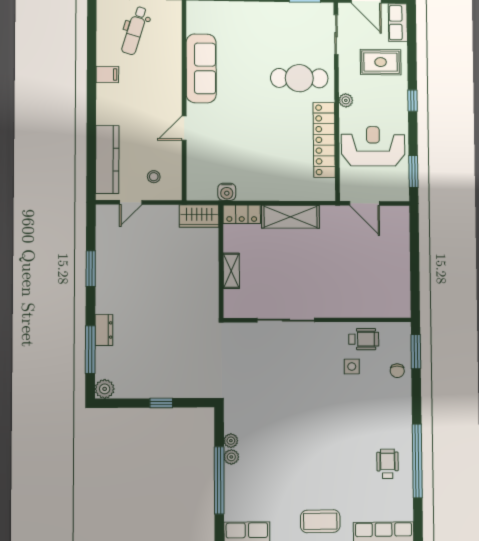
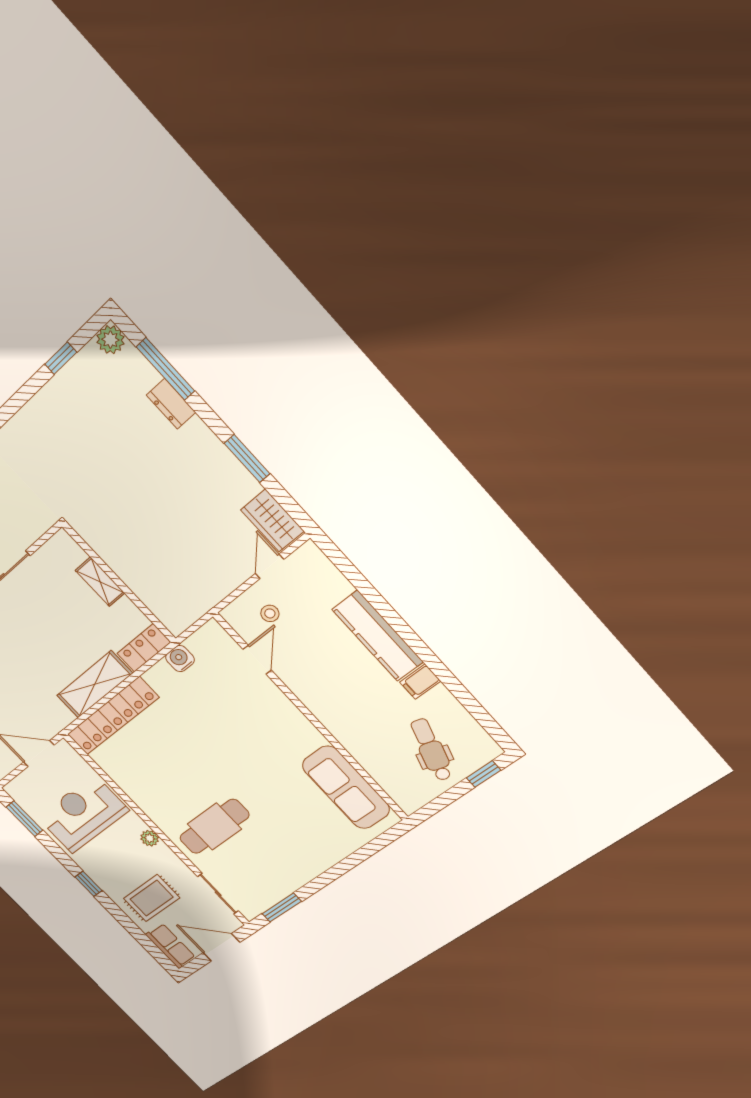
sofa: (201, 68) -> (346, 787), moved
door: (184, 128) -> (257, 660), moved
locker: (324, 140) -> (113, 716), moved, turned 90
reception desk: (373, 146) -> (83, 814), turned 180
kitchen counter: (107, 160) -> (378, 636), moved
wardrobe: (199, 216) -> (272, 521), moved, turned -90
window: (161, 403) -> (61, 358), moved

